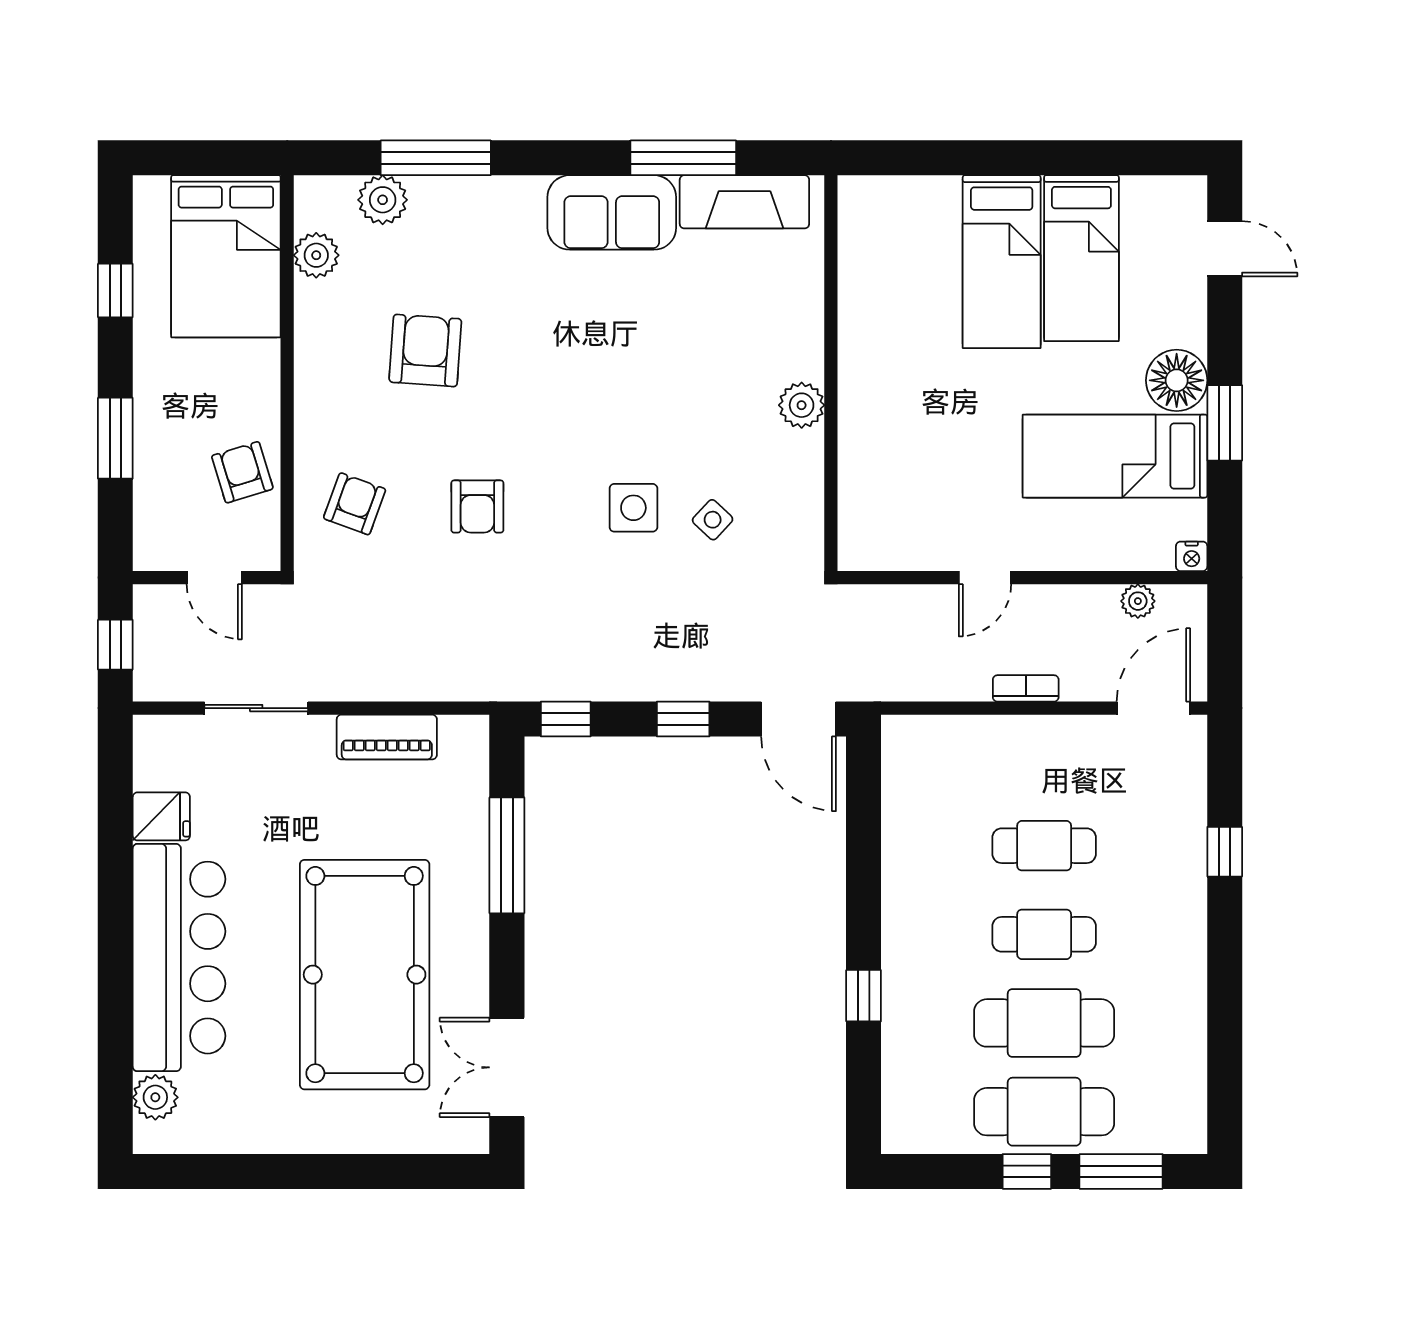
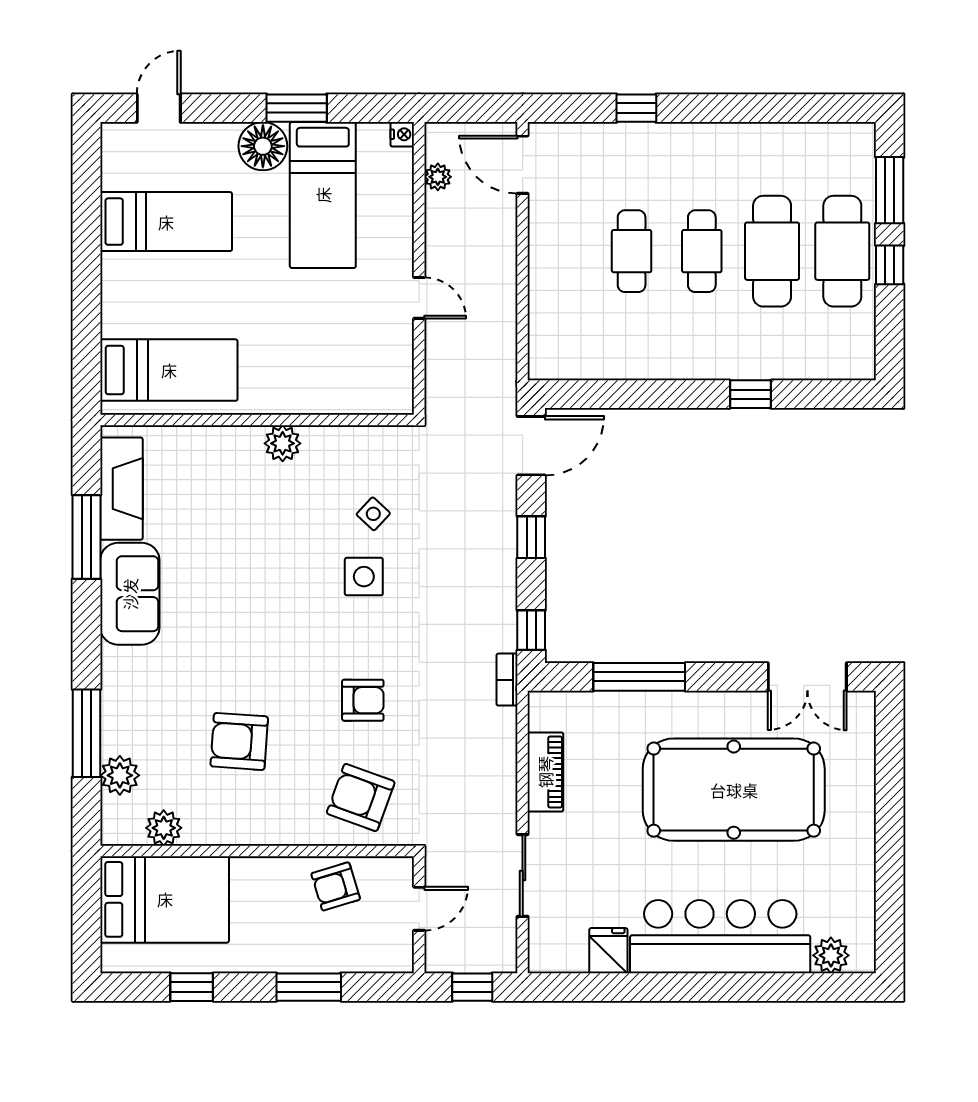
bed: (1002, 262) -> (169, 370), moved
armchair: (355, 504) -> (361, 798), width x1.38, depth x1.38
bookcase: (1026, 688) -> (507, 680), moved

